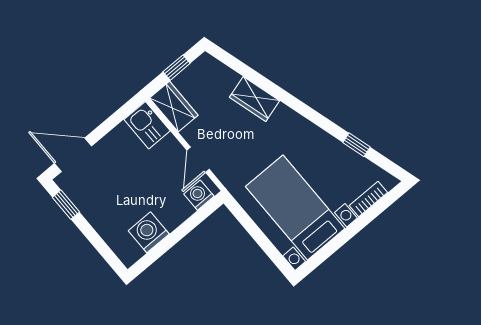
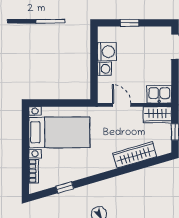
wardrobe: (255, 99) -> (135, 155), width x1.50
washing machine: (199, 195) -> (104, 69), moved
window: (66, 205) -> (130, 23), moved

